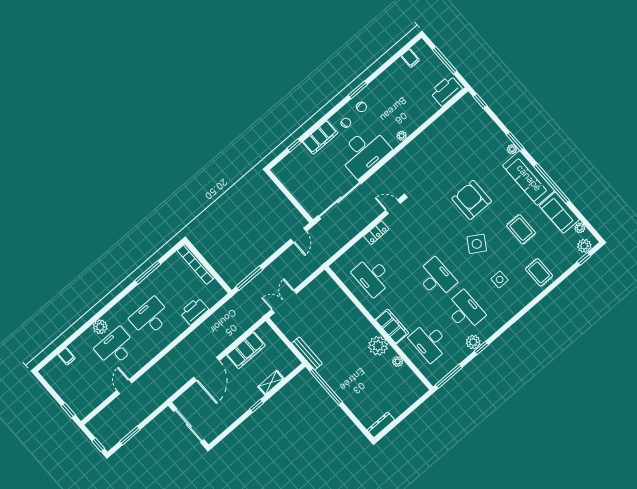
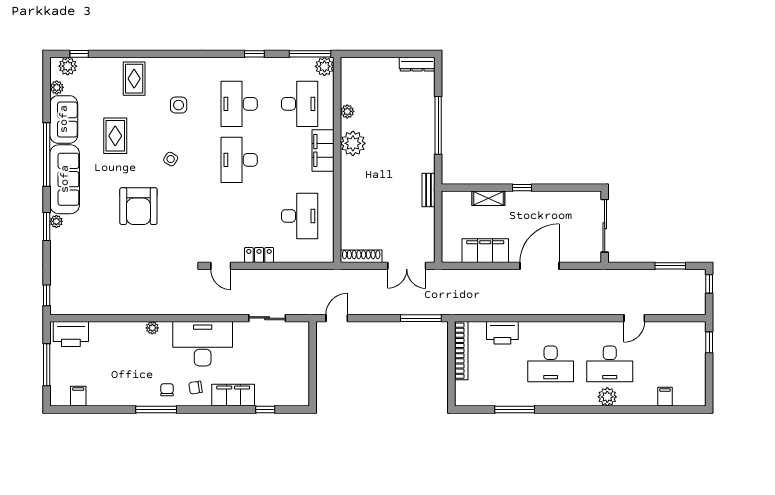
window: (358, 90) -> (156, 410), width x1.44
sliding door: (339, 200) -> (267, 318), width x0.54
side table: (477, 244) -> (171, 159), width x0.54, depth x0.54
bookcase: (196, 264) -> (461, 351), moved
shoe rack: (316, 284) -> (361, 256), added
plant: (473, 342) -> (324, 66), moved
bench: (307, 353) -> (429, 190), width x0.73
window: (326, 387) -> (438, 125), moved

